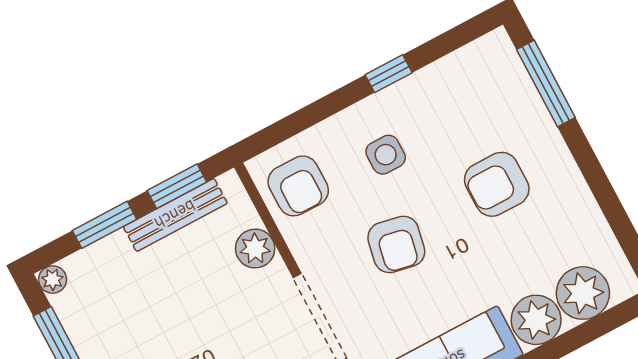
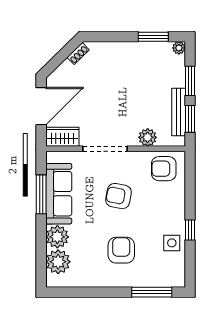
side table: (386, 155) -> (172, 243), moved

